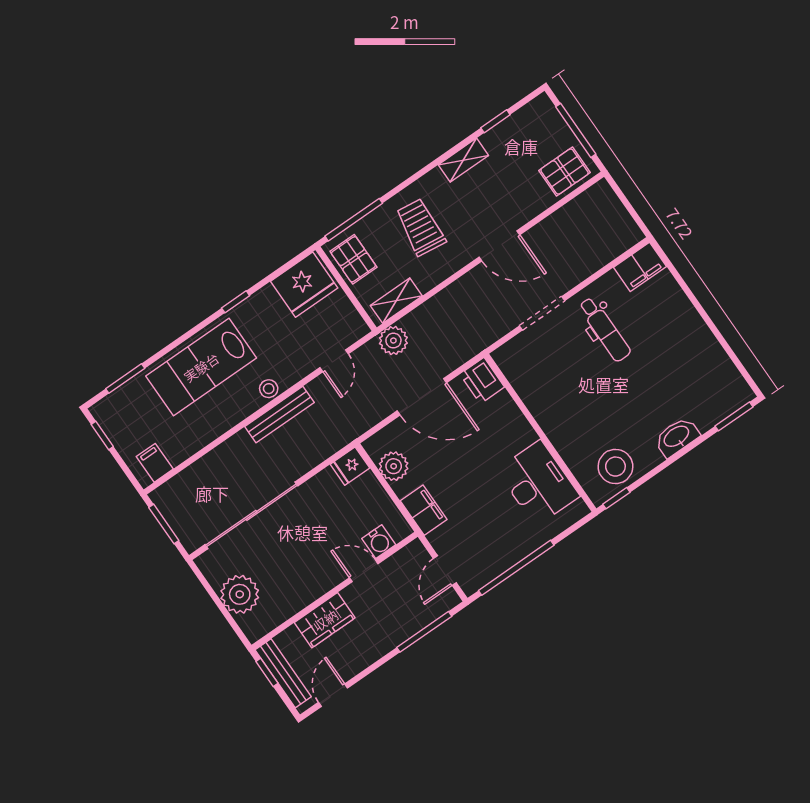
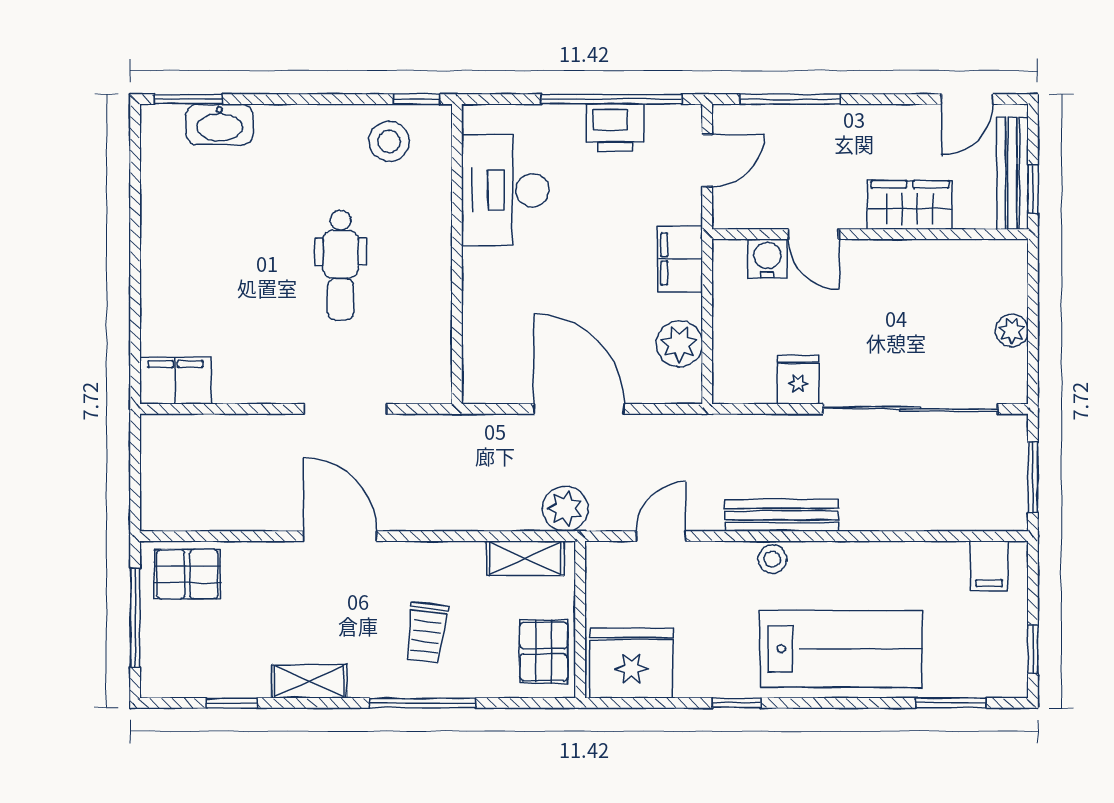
window: (354, 220) -> (423, 703), moved
trolley: (421, 227) -> (426, 632), width x0.73, depth x0.72
dental chair: (605, 329) -> (341, 265), moved, turned 180
printer: (482, 381) -> (615, 128), moved, turned 90
washbasin: (677, 437) -> (220, 124), moved
fridge: (350, 466) -> (798, 380), moved, turned -90
stool: (615, 467) -> (389, 141), width x0.73, depth x0.73
plant: (240, 594) -> (1012, 330), width x0.53, depth x0.53

